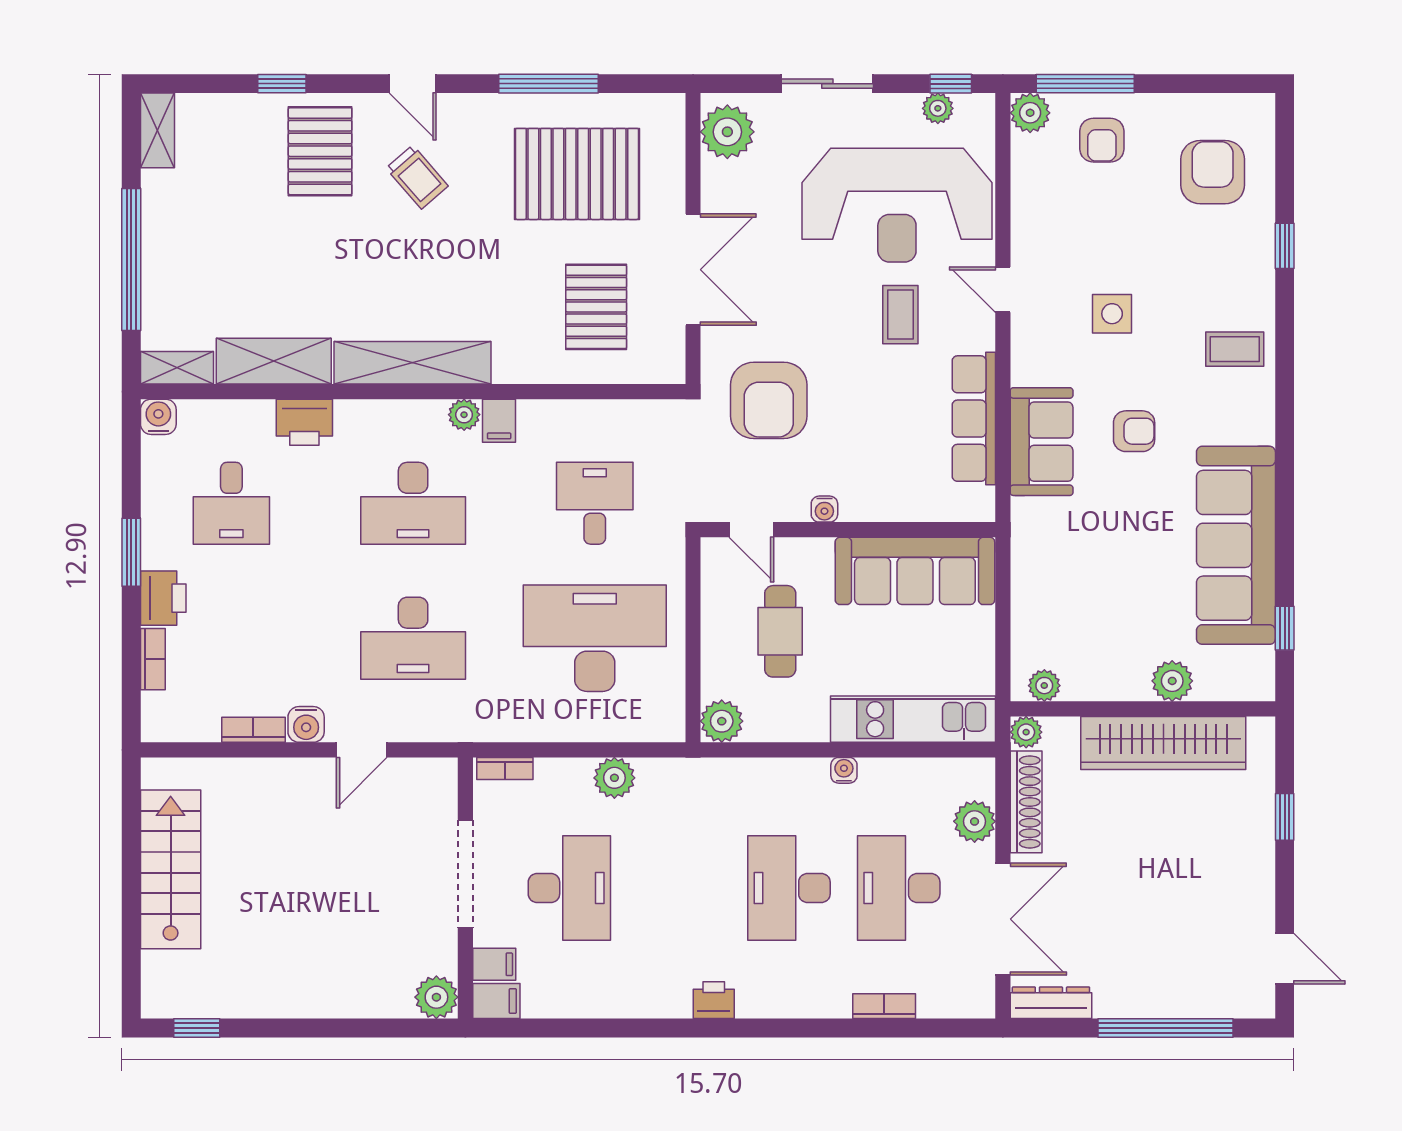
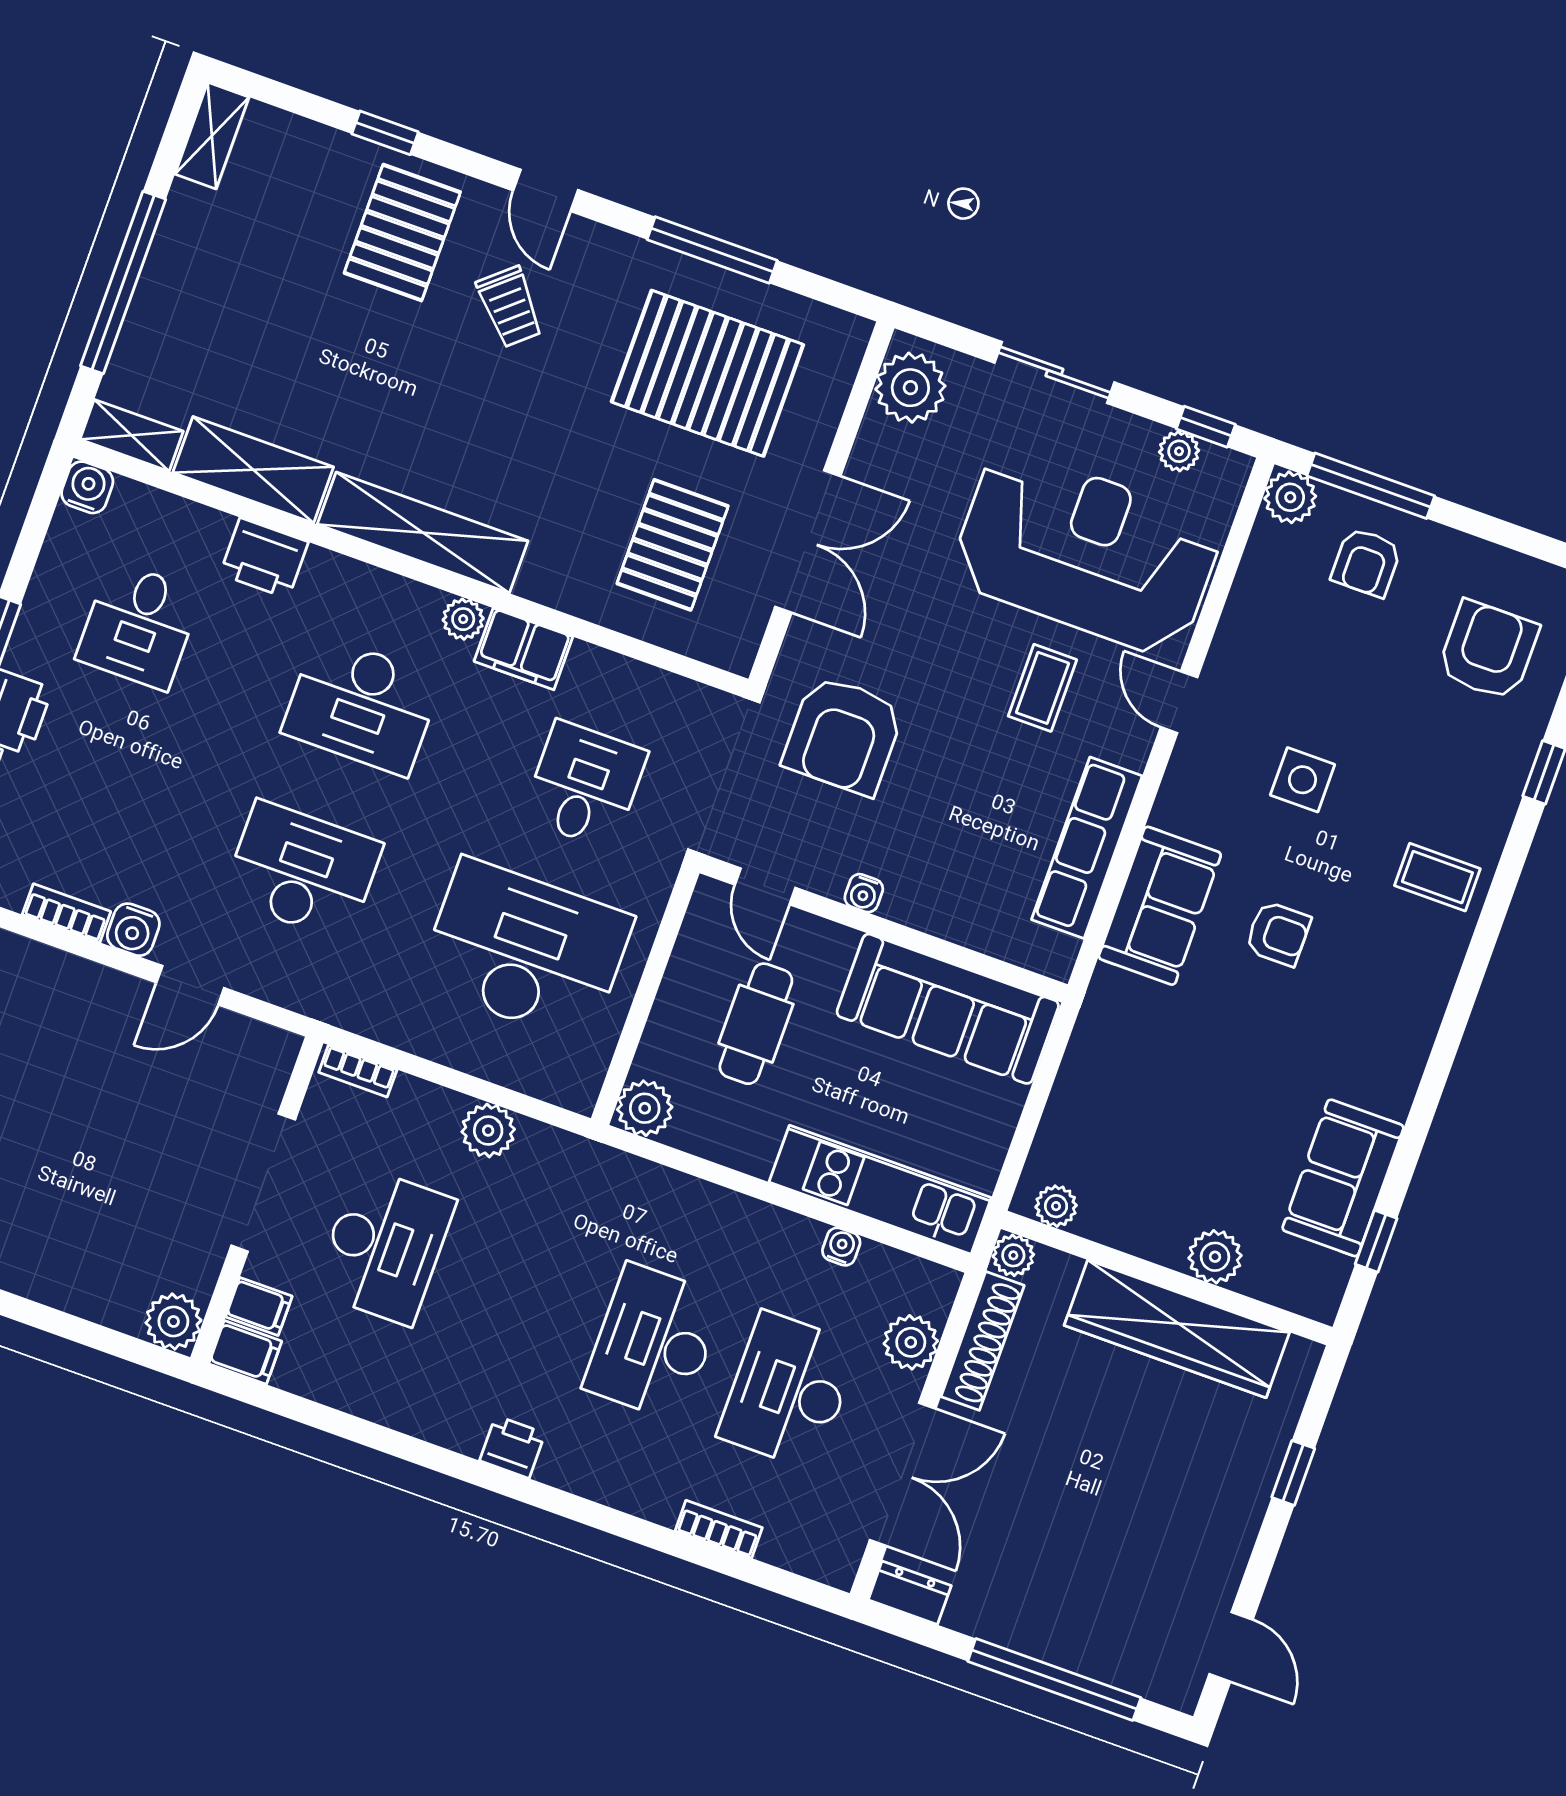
reception desk: (897, 205) -> (1086, 552), turned 180
filing cabinet: (499, 421) -> (523, 649), width x2.00
sofa: (1236, 545) -> (1343, 1178), width x0.54, depth x0.79
desk: (413, 638) -> (302, 871), turned 180
water cooler: (844, 770) -> (841, 1247), moved
dresser: (1051, 1003) -> (910, 1593), width x0.70

